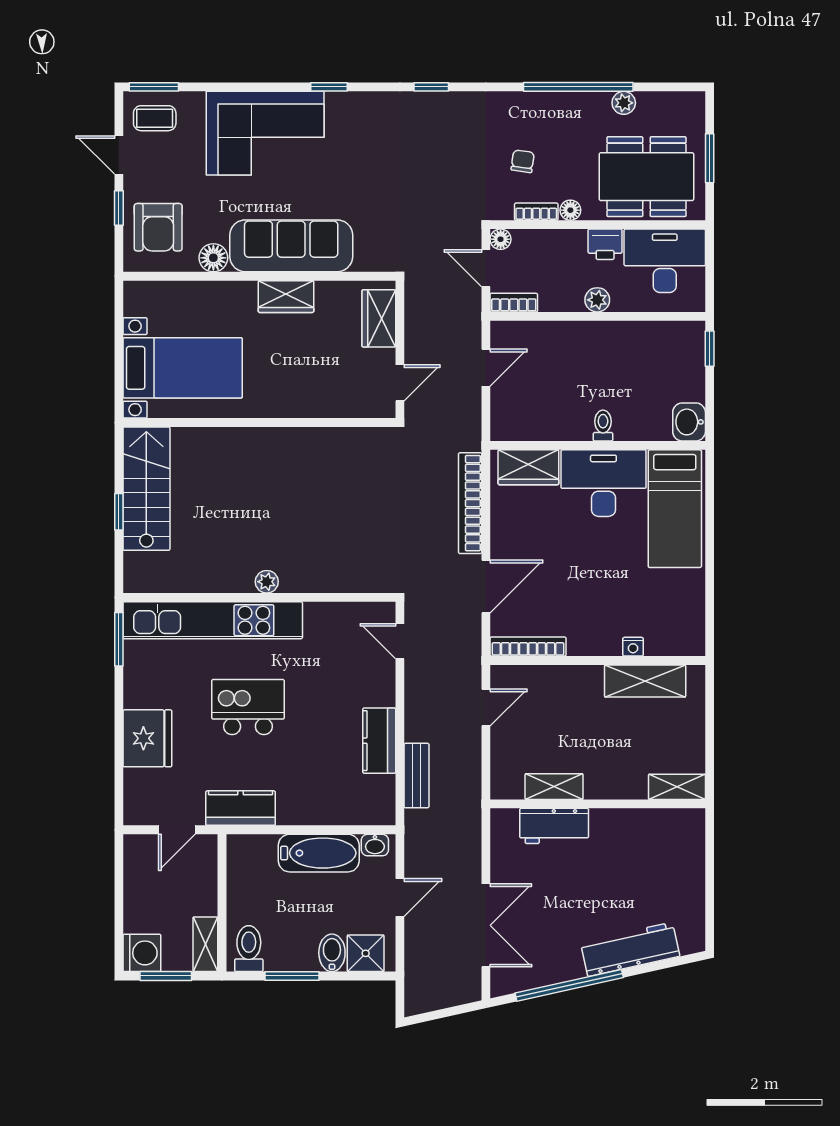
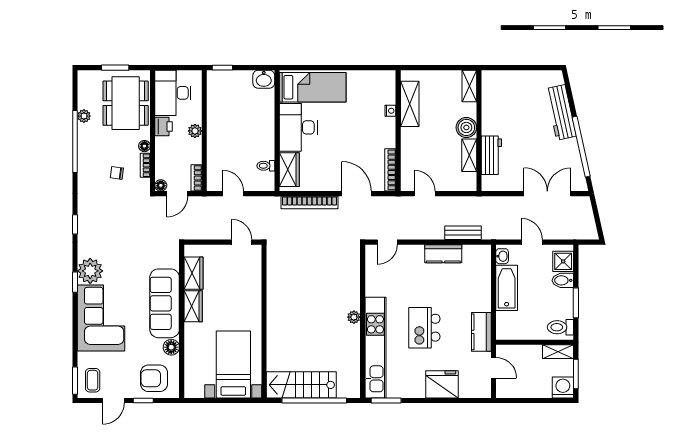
plant: (349, 114) -> (90, 271), added
armchair: (158, 227) -> (154, 378), turned 180
wardrobe: (379, 318) -> (193, 273), moved, turned -90
toilet: (603, 426) -> (266, 166), moved
window: (119, 512) -> (314, 400), width x3.17
boiler: (603, 782) -> (466, 127), added

